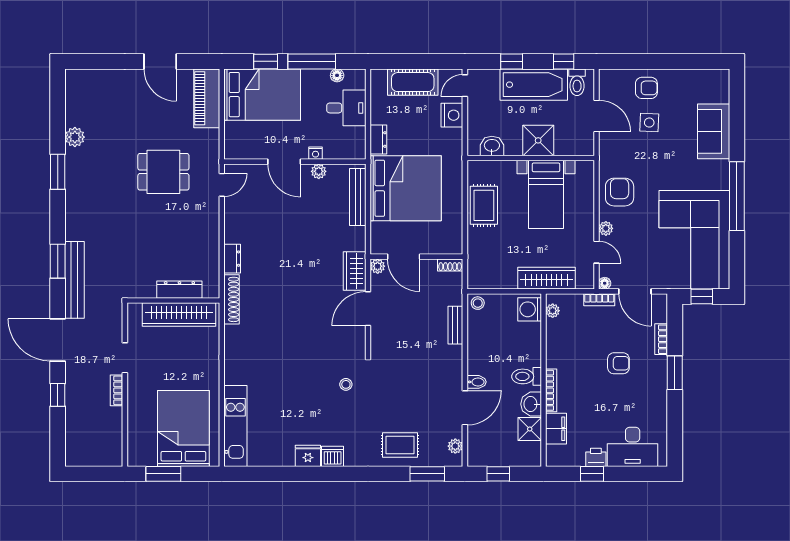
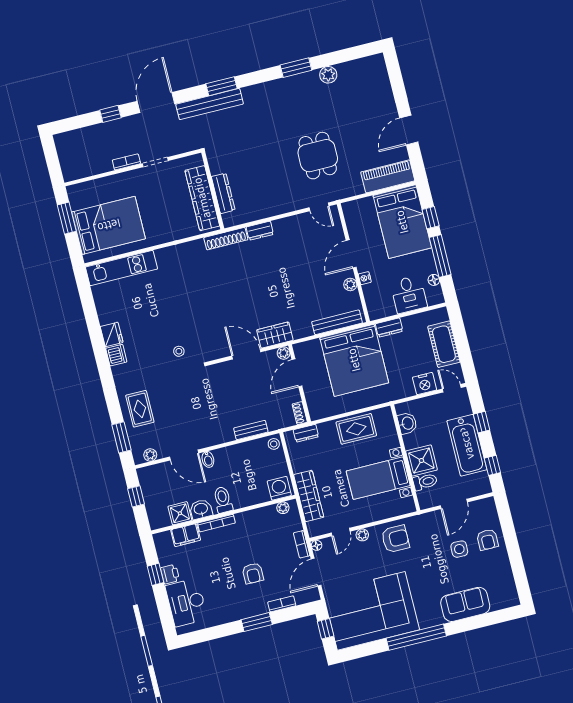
toilet: (577, 82) -> (425, 482), moved, turned 180
dresser: (475, 264) -> (306, 433), added

